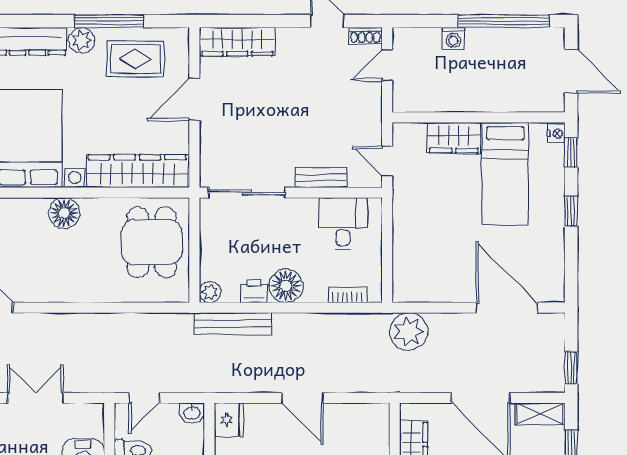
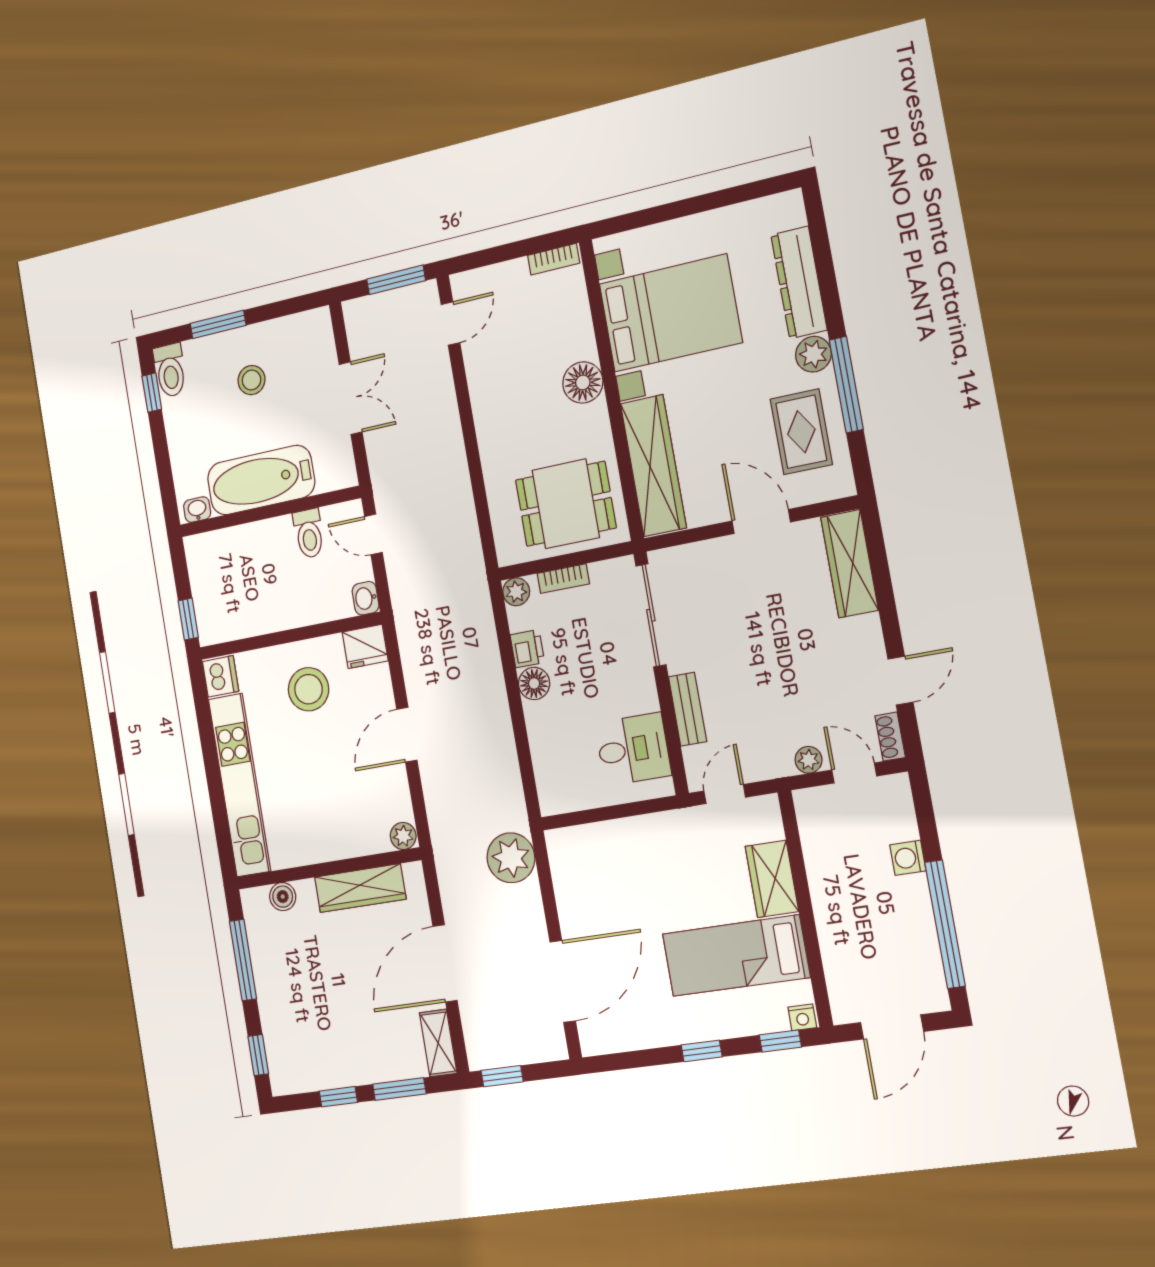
plant: (372, 96) -> (809, 760), added
floor lamp: (286, 286) -> (534, 683), width x0.73, depth x0.73
bookcase: (347, 295) -> (563, 579), moved, turned 90
bench: (233, 324) -> (482, 629), removed
plant: (379, 414) -> (403, 836), added

